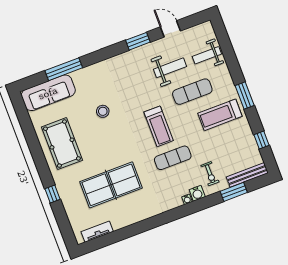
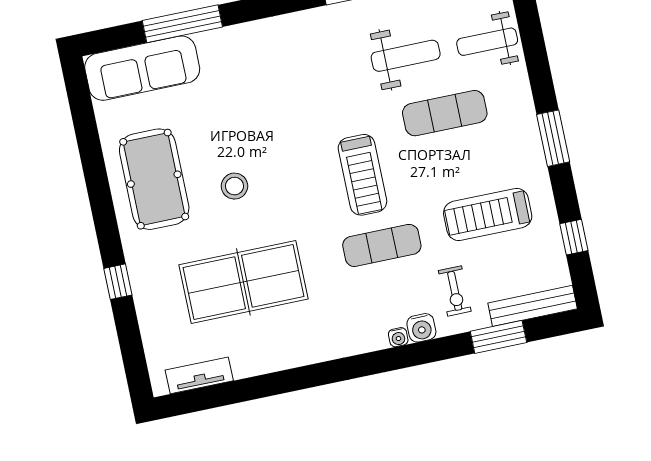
stool: (103, 111) -> (234, 186), moved
treadmill: (220, 115) -> (488, 215), moved

